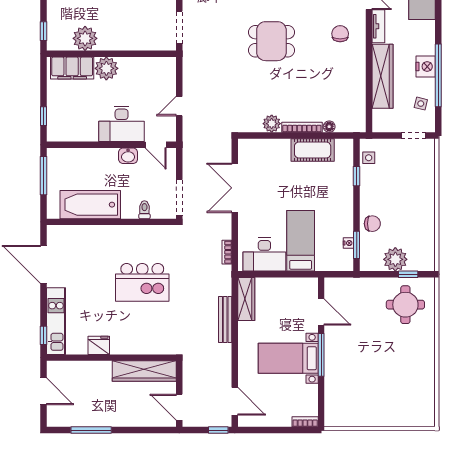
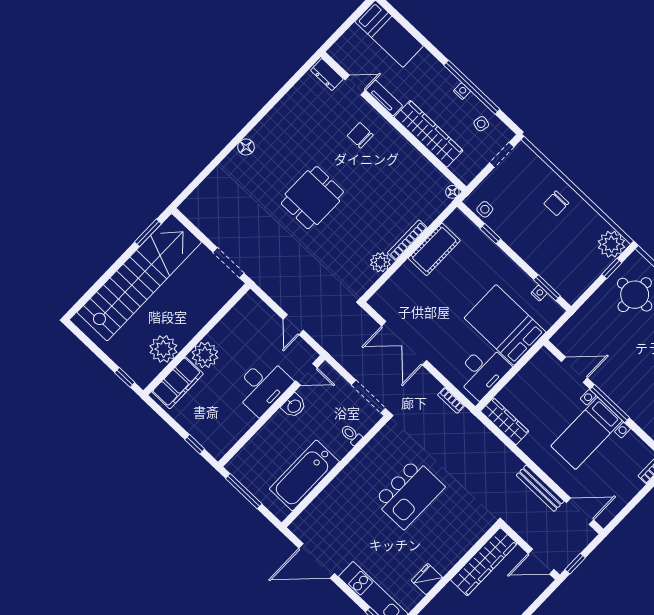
nightstand: (426, 66) -> (462, 91), width x0.53, depth x0.56
floor lamp: (329, 127) -> (452, 192), moved
chair: (372, 224) -> (556, 203), moved, turned 180
bed: (301, 241) -> (505, 325), width x1.50
plant: (395, 259) -> (611, 244), moved
bench: (225, 319) -> (540, 488), moved
window: (218, 430) -> (575, 564), moved

